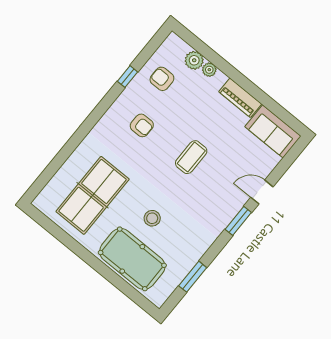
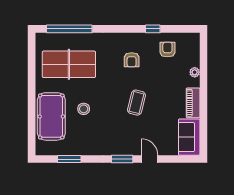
plant: (194, 60) -> (193, 59), removed
coffee table: (191, 157) -> (137, 103), turned -76
window: (55, 165) -> (69, 29), added

